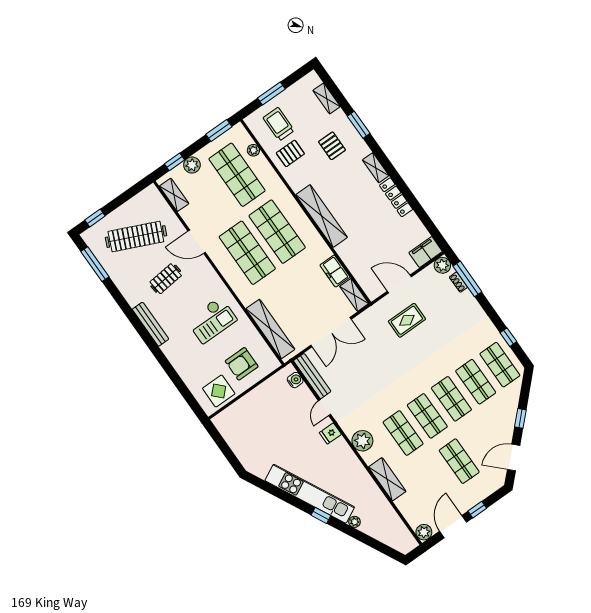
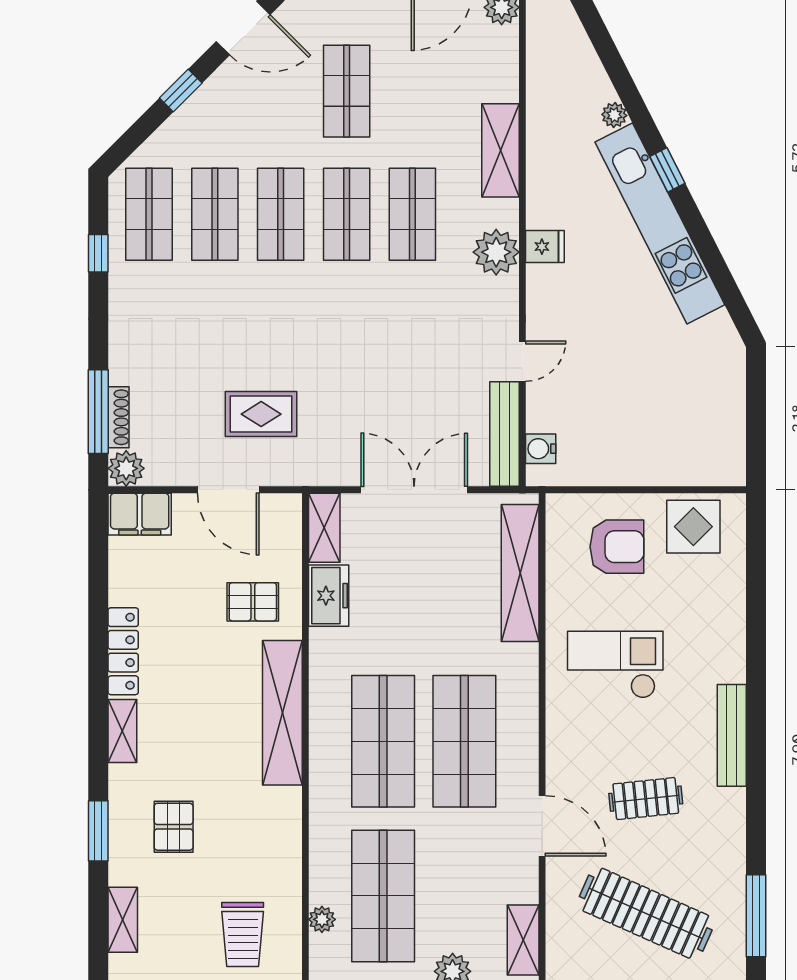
pallet: (290, 153) -> (253, 602), moved
shoe rack: (458, 282) -> (119, 417), width x1.43
fridge: (330, 433) -> (545, 247), moved

